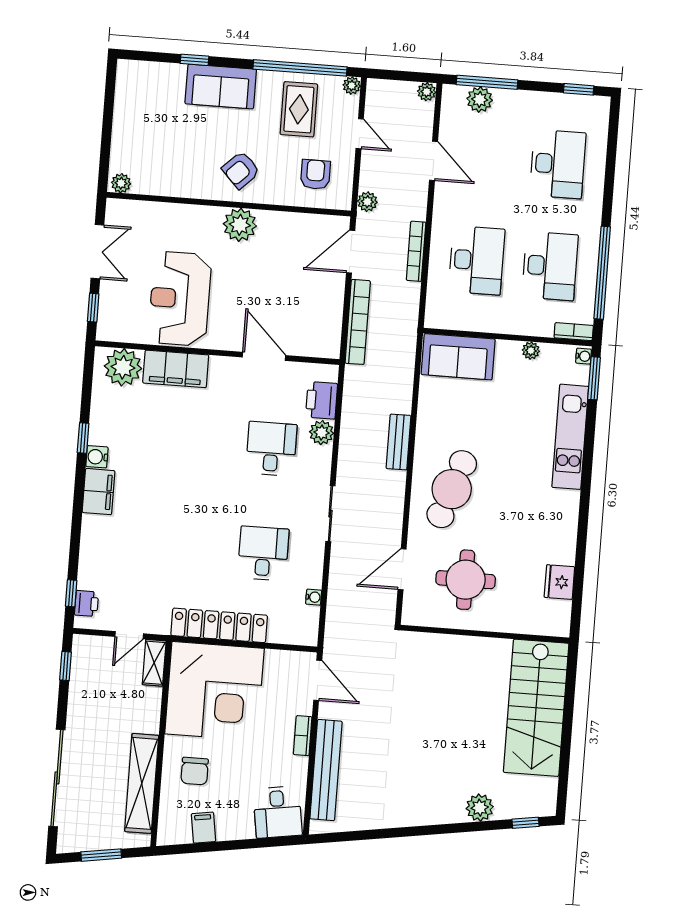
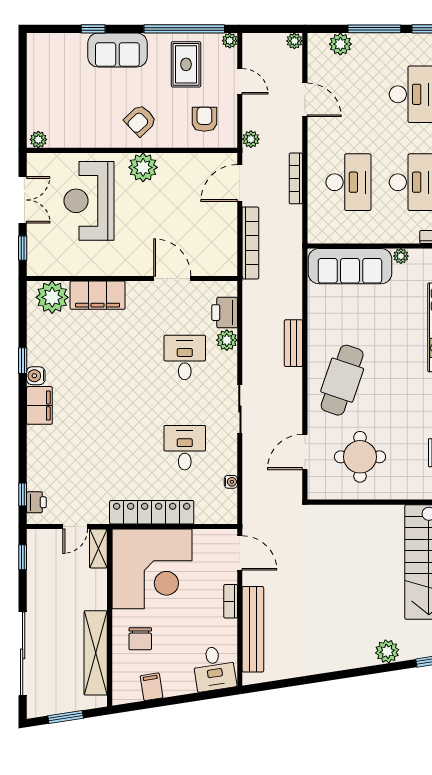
window: (487, 82) -> (374, 29), moved
reception desk: (180, 299) -> (89, 201), moved
sofa: (458, 357) -> (350, 266), width x1.36

